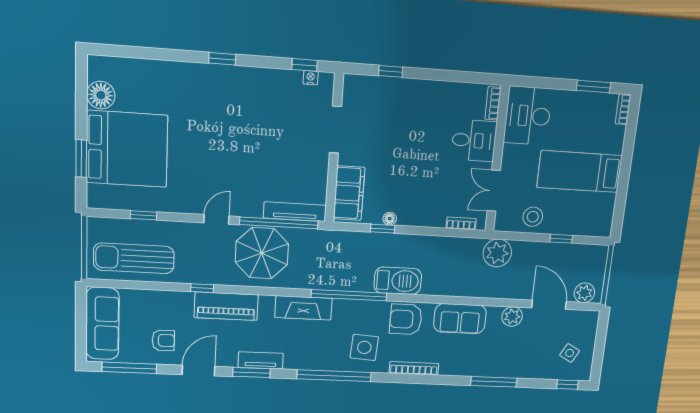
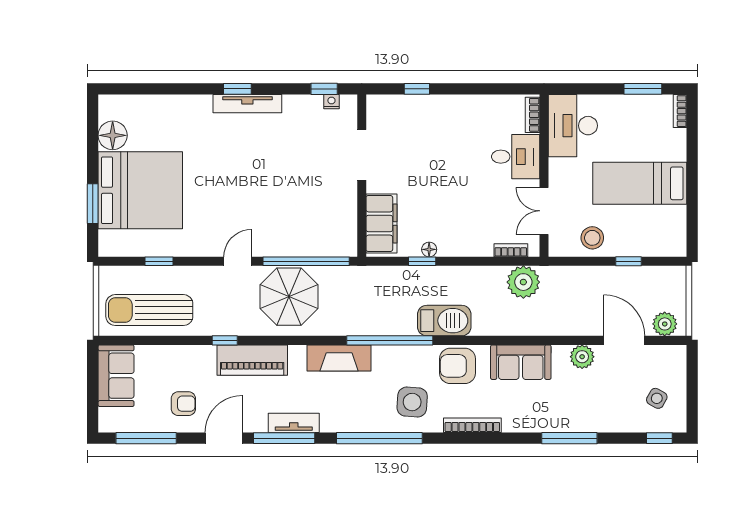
tv unit: (295, 212) -> (247, 104), moved, turned 180
plant: (497, 253) -> (523, 282), moved
sofa: (102, 324) -> (116, 376), width x0.73
window: (251, 373) -> (284, 438), width x1.44

